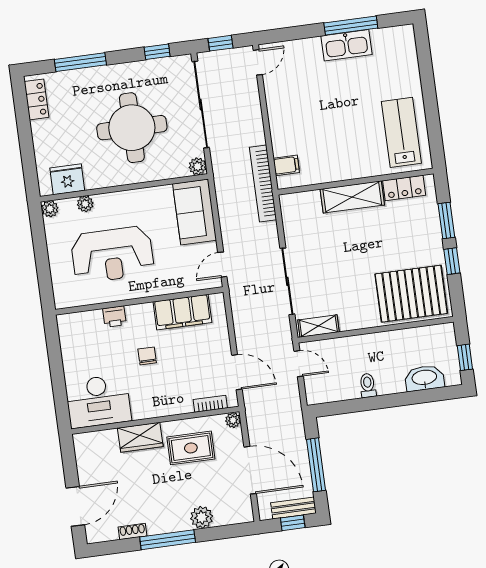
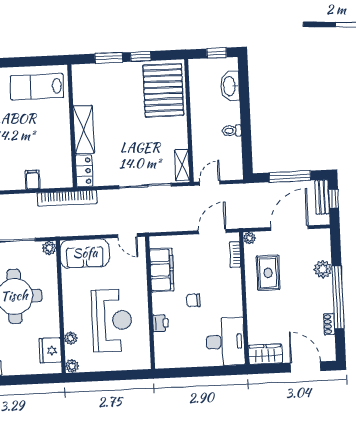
filing cabinet: (286, 165) -> (33, 180), moved
locker: (404, 188) -> (84, 171), moved
wardrobe: (140, 437) -> (265, 354), moved, turned -90
window: (168, 540) -> (338, 297), width x1.46

